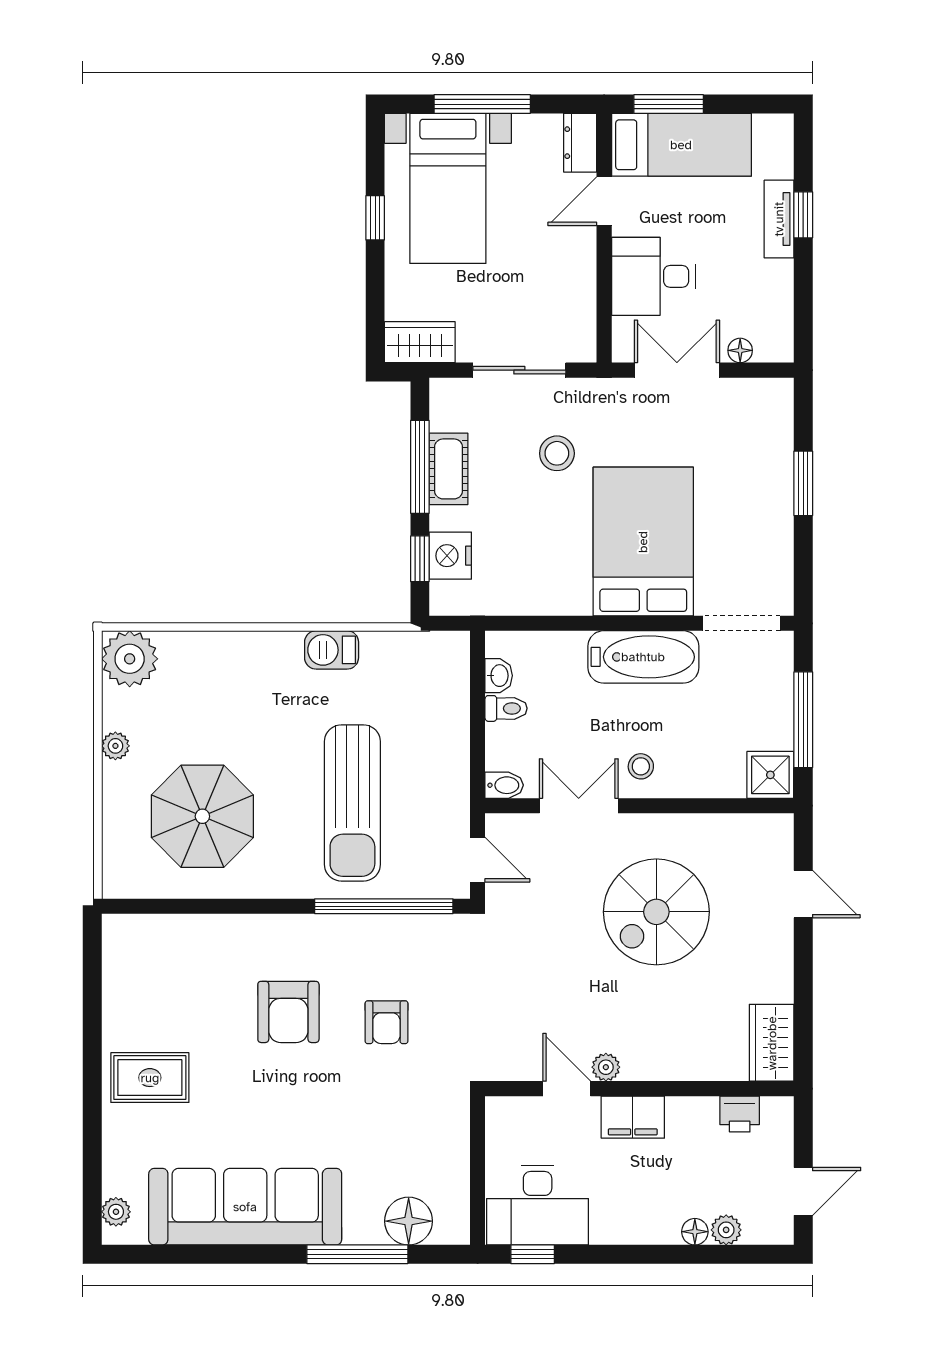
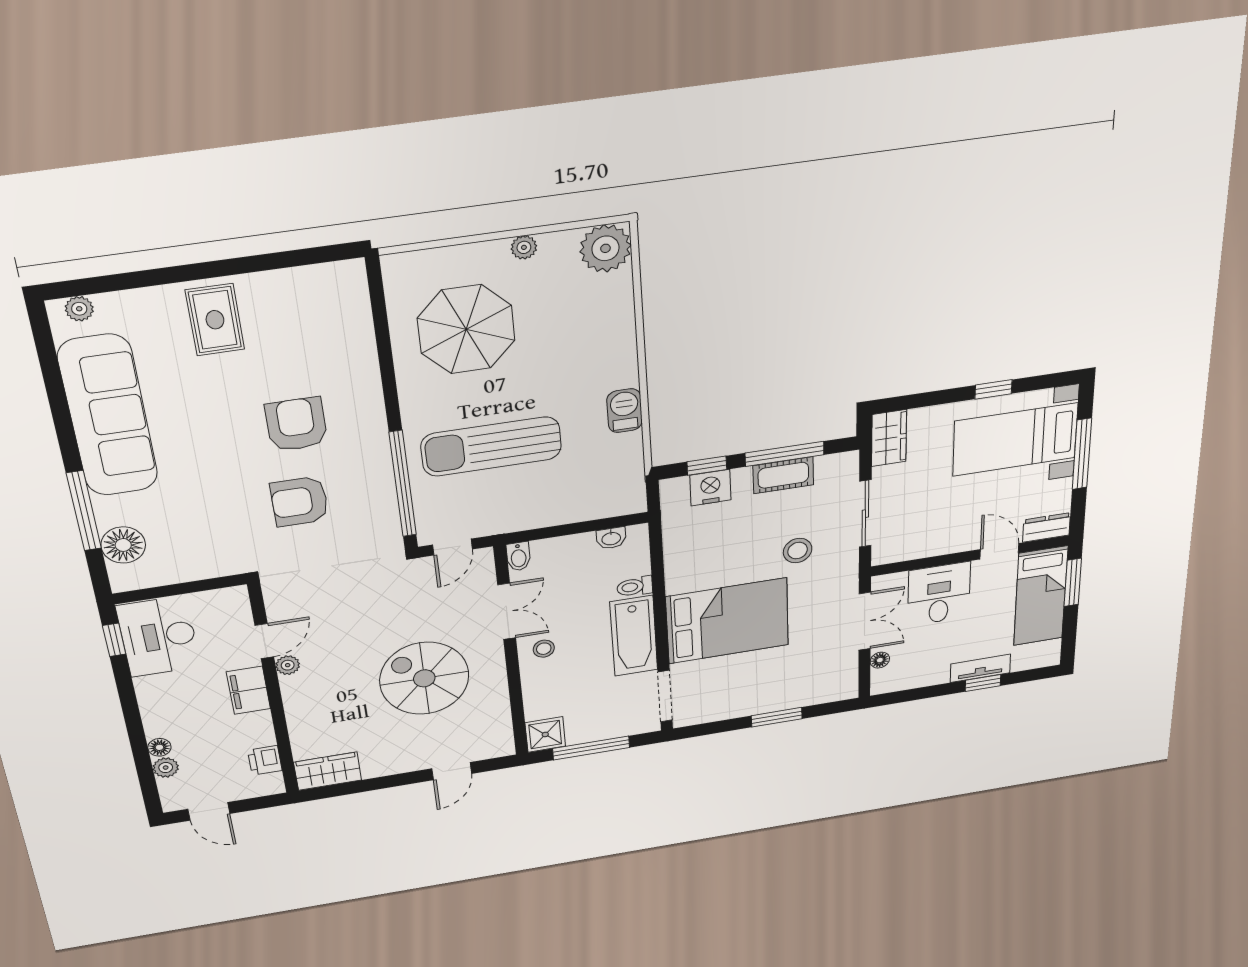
toilet: (506, 708) -> (635, 587), moved, turned 90
armchair: (288, 1012) -> (296, 424), turned 90
armchair: (386, 1022) -> (300, 501), width x1.38, depth x1.38

